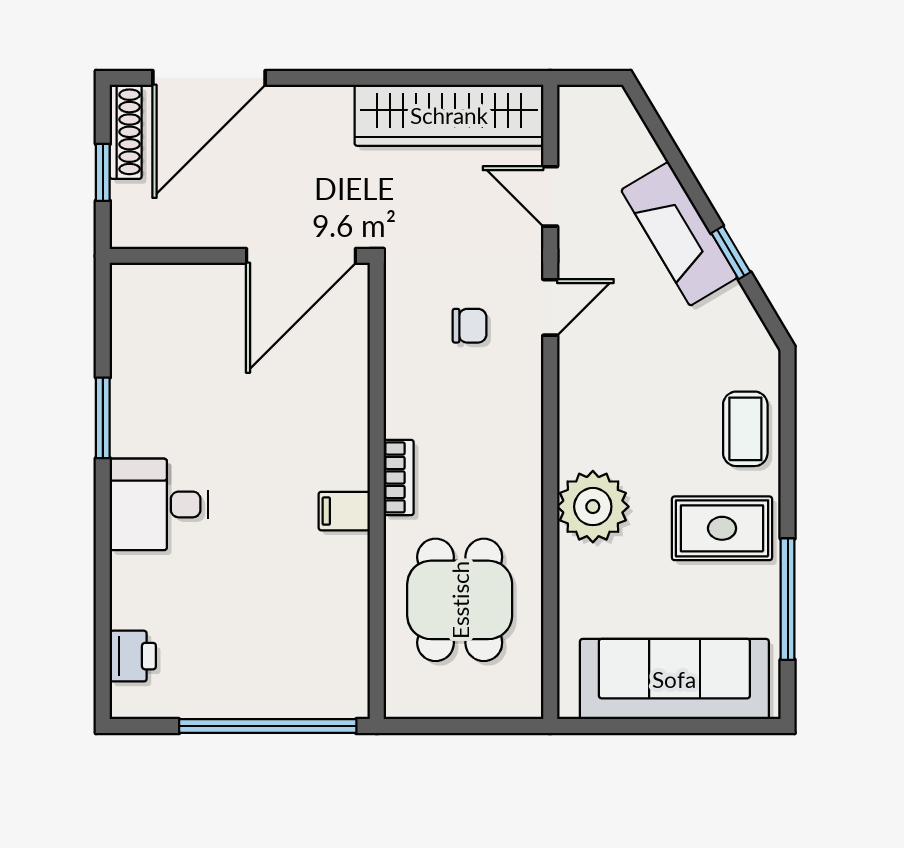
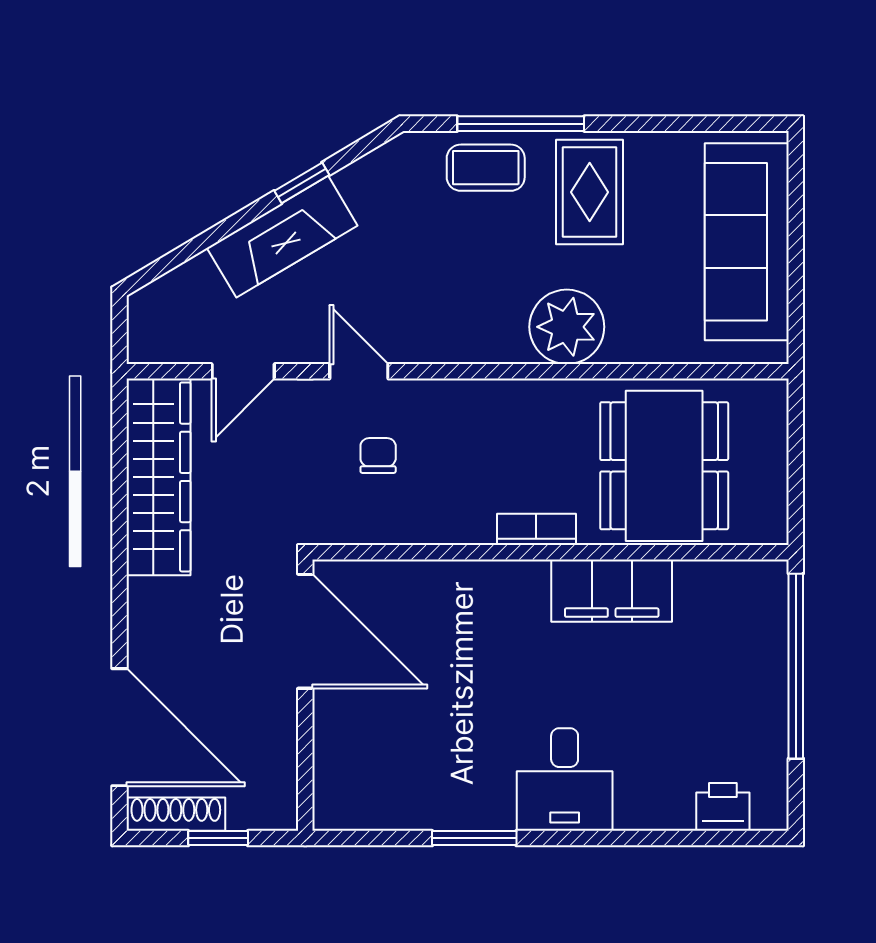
filing cabinet: (344, 511) -> (612, 591), width x3.00, depth x1.17
window: (788, 599) -> (521, 124), moved
dining table: (460, 600) -> (664, 466), width x1.38

